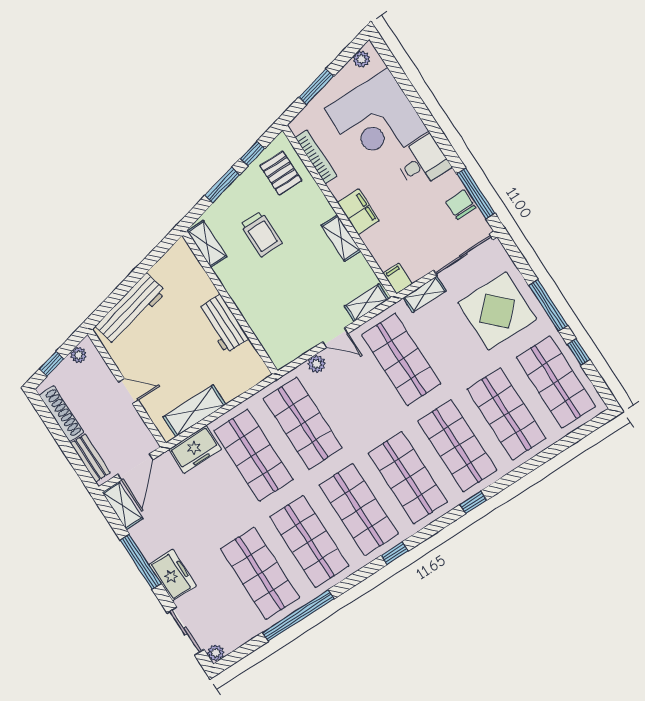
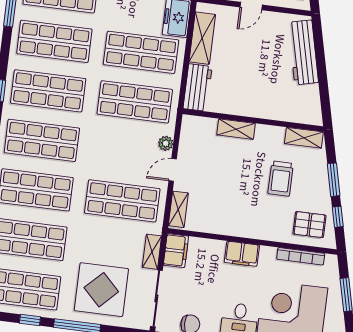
trolley: (261, 234) -> (281, 179), turned -90
shelving: (341, 238) -> (236, 129), moved
filing cabinet: (398, 279) -> (176, 251), width x2.00
workbench: (223, 324) -> (198, 88), moved, turned 90

